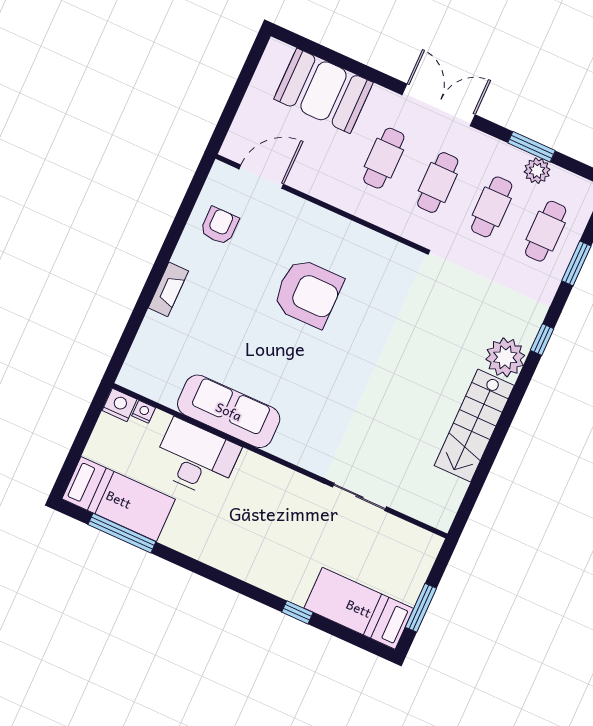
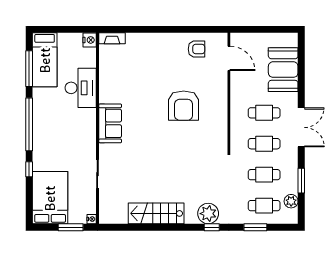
plant: (537, 171) -> (291, 201), moved
fireplace: (168, 289) -> (112, 38), moved
plant: (505, 357) -> (208, 214), moved
sofa: (229, 411) -> (110, 123), moved, width x0.73
nightstand: (144, 412) -> (92, 219), moved
window: (219, 577) -> (29, 124), added
bed: (359, 608) -> (50, 198), width x1.50
window: (421, 608) -> (71, 227), moved

